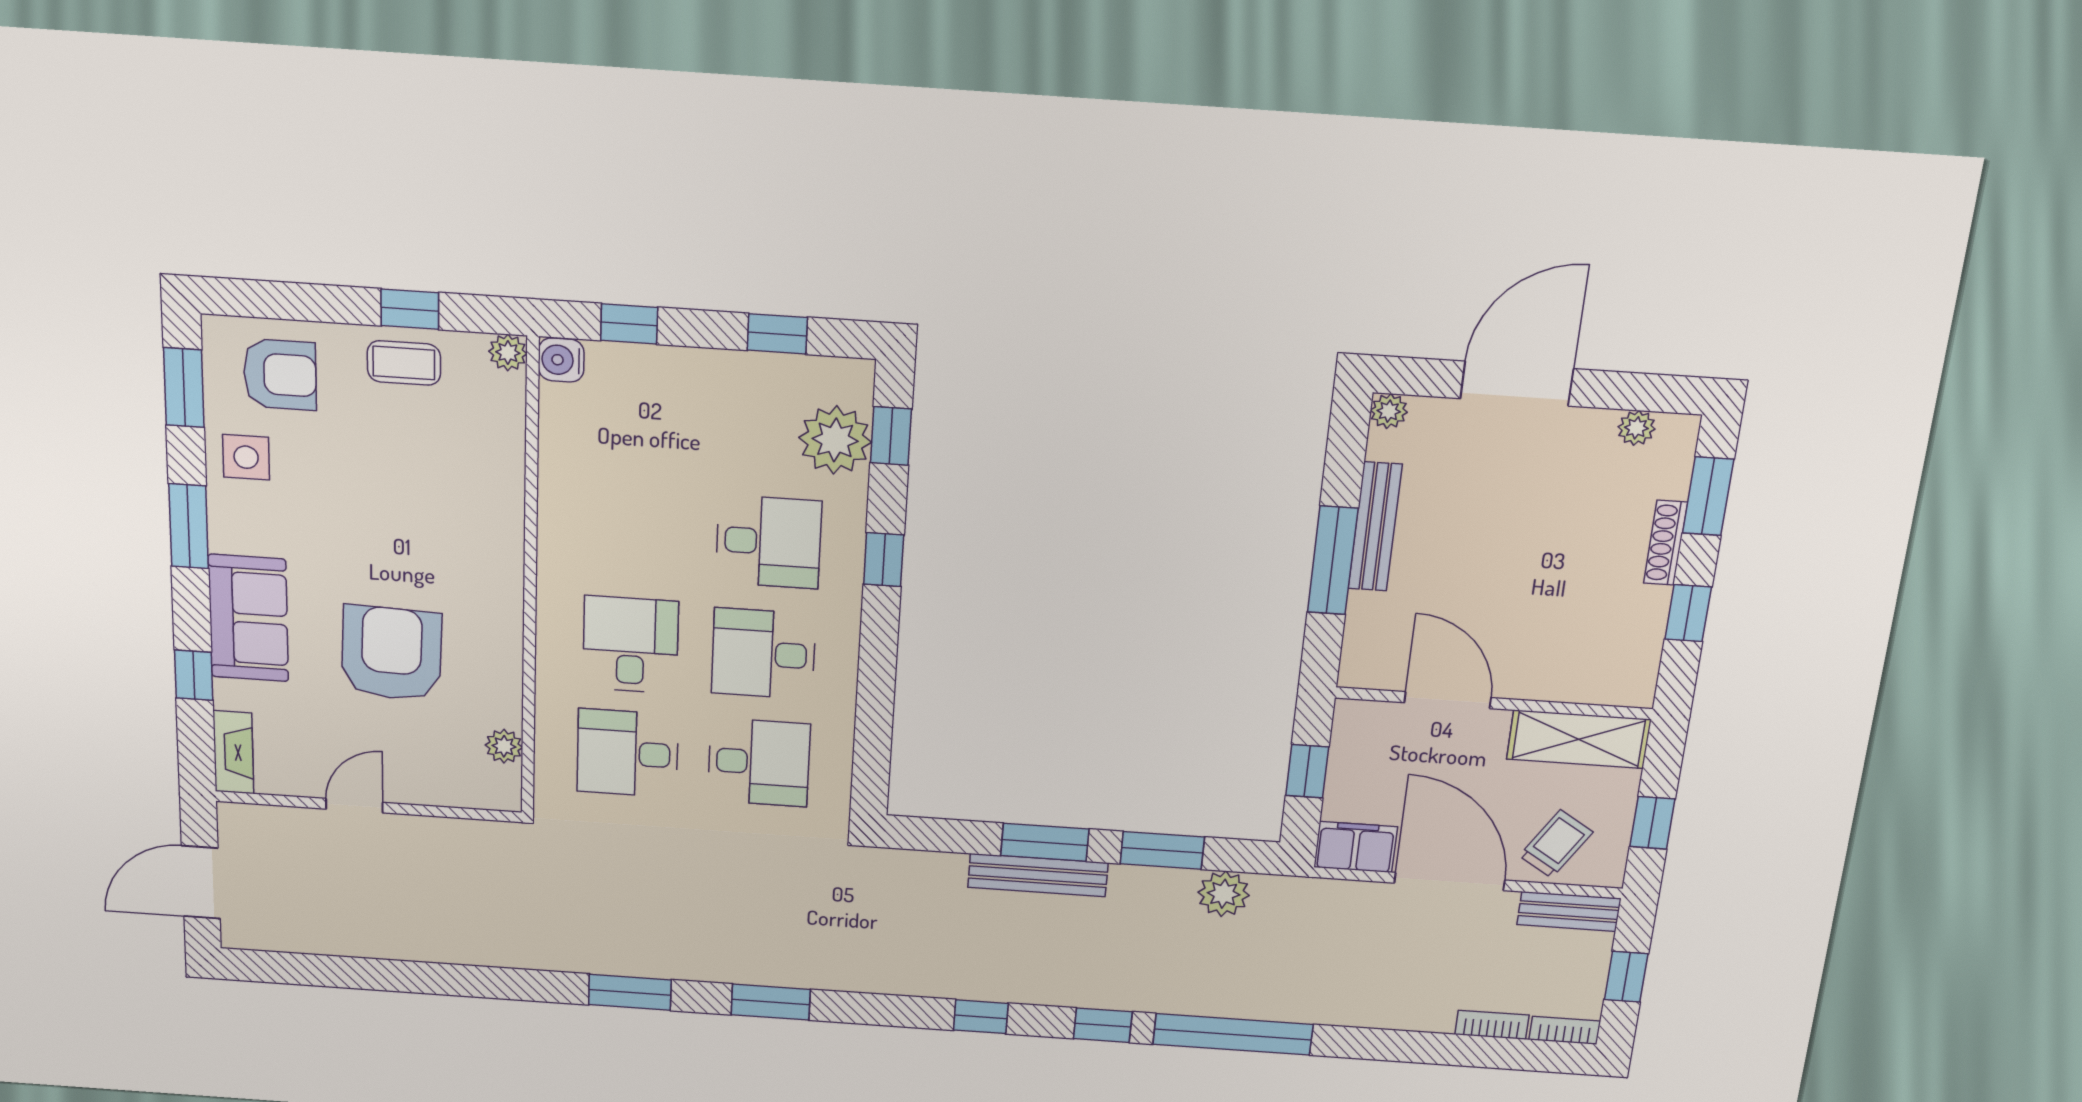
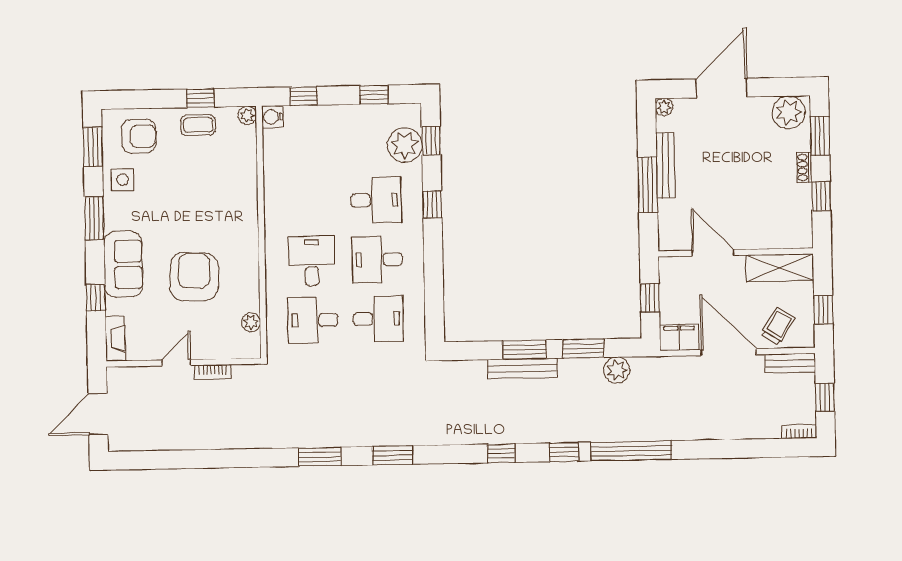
plant: (1636, 428) -> (789, 112), width x1.88, depth x1.88
shoe rack: (1666, 543) -> (804, 168), width x0.70
bookcase: (1492, 1025) -> (213, 372), moved, turned 180

